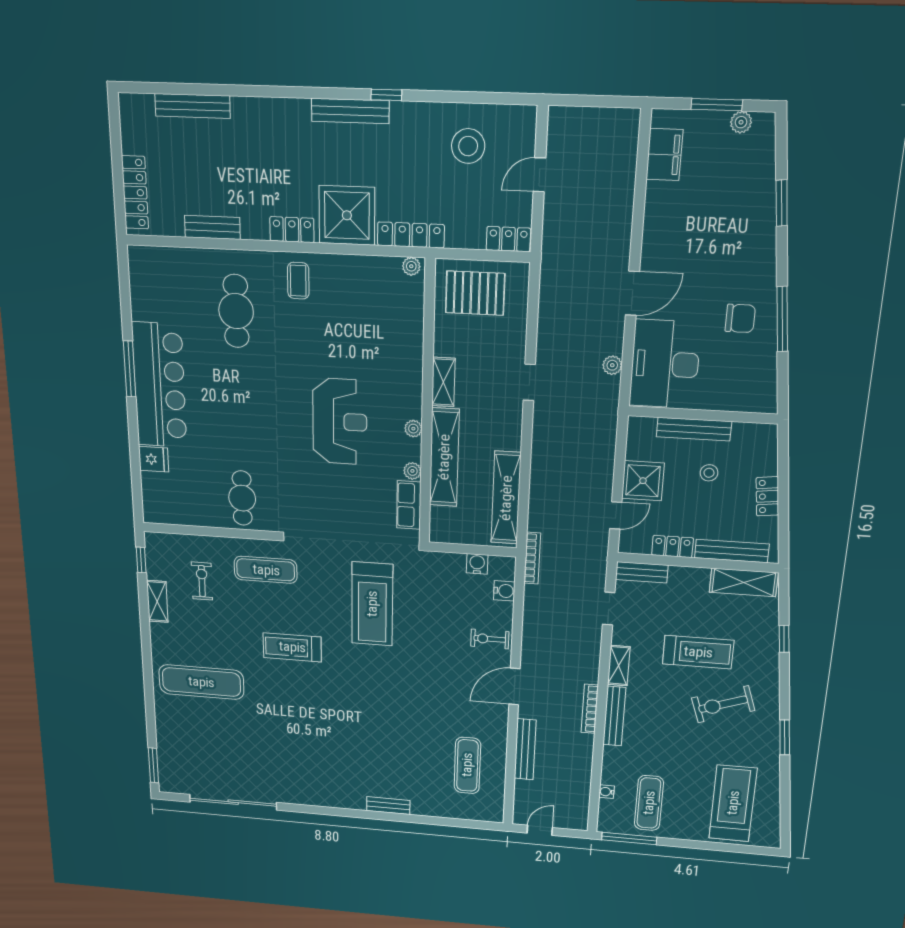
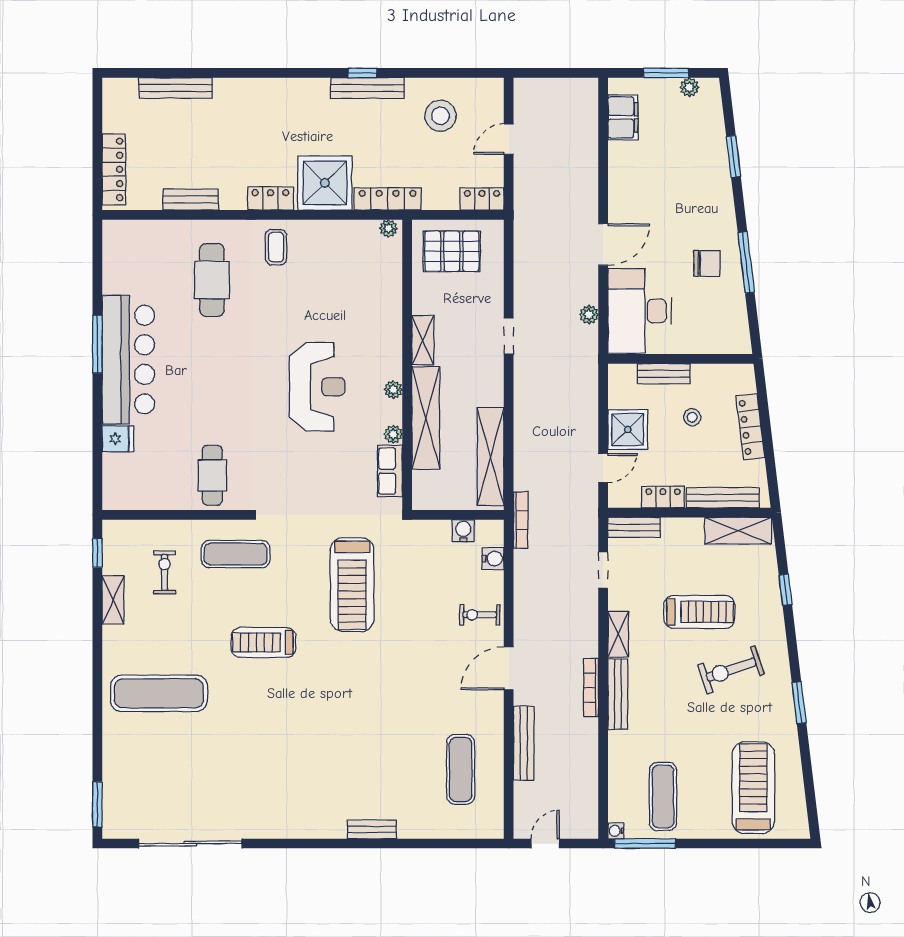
bench: (350, 111) -> (367, 88), moved
bench: (694, 429) -> (664, 374), width x0.73
locker: (767, 496) -> (750, 427), width x1.53
water cooler: (607, 792) -> (616, 831), moved

